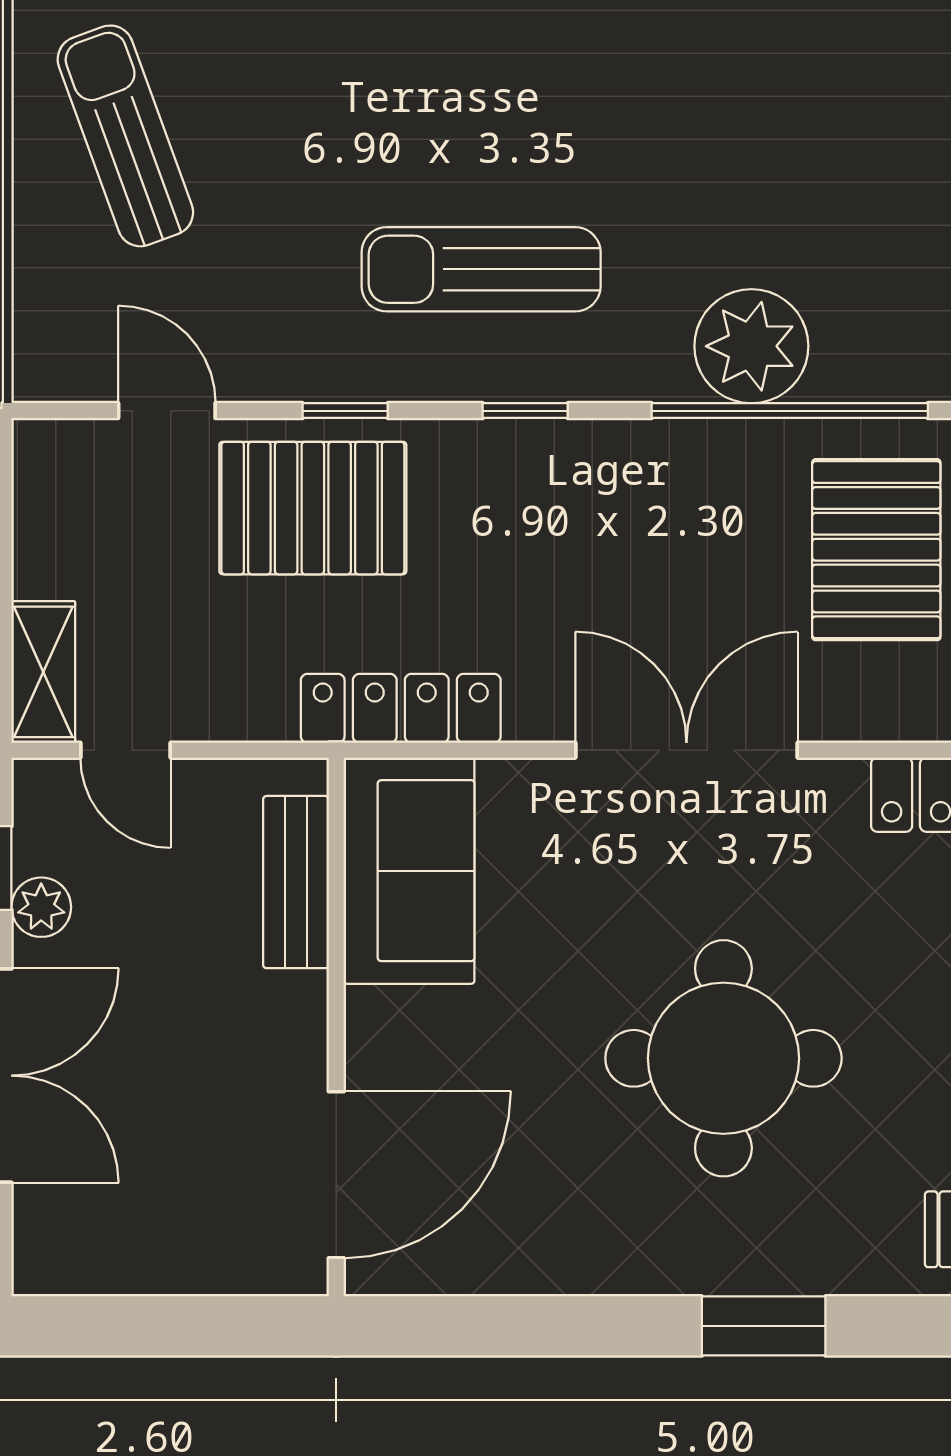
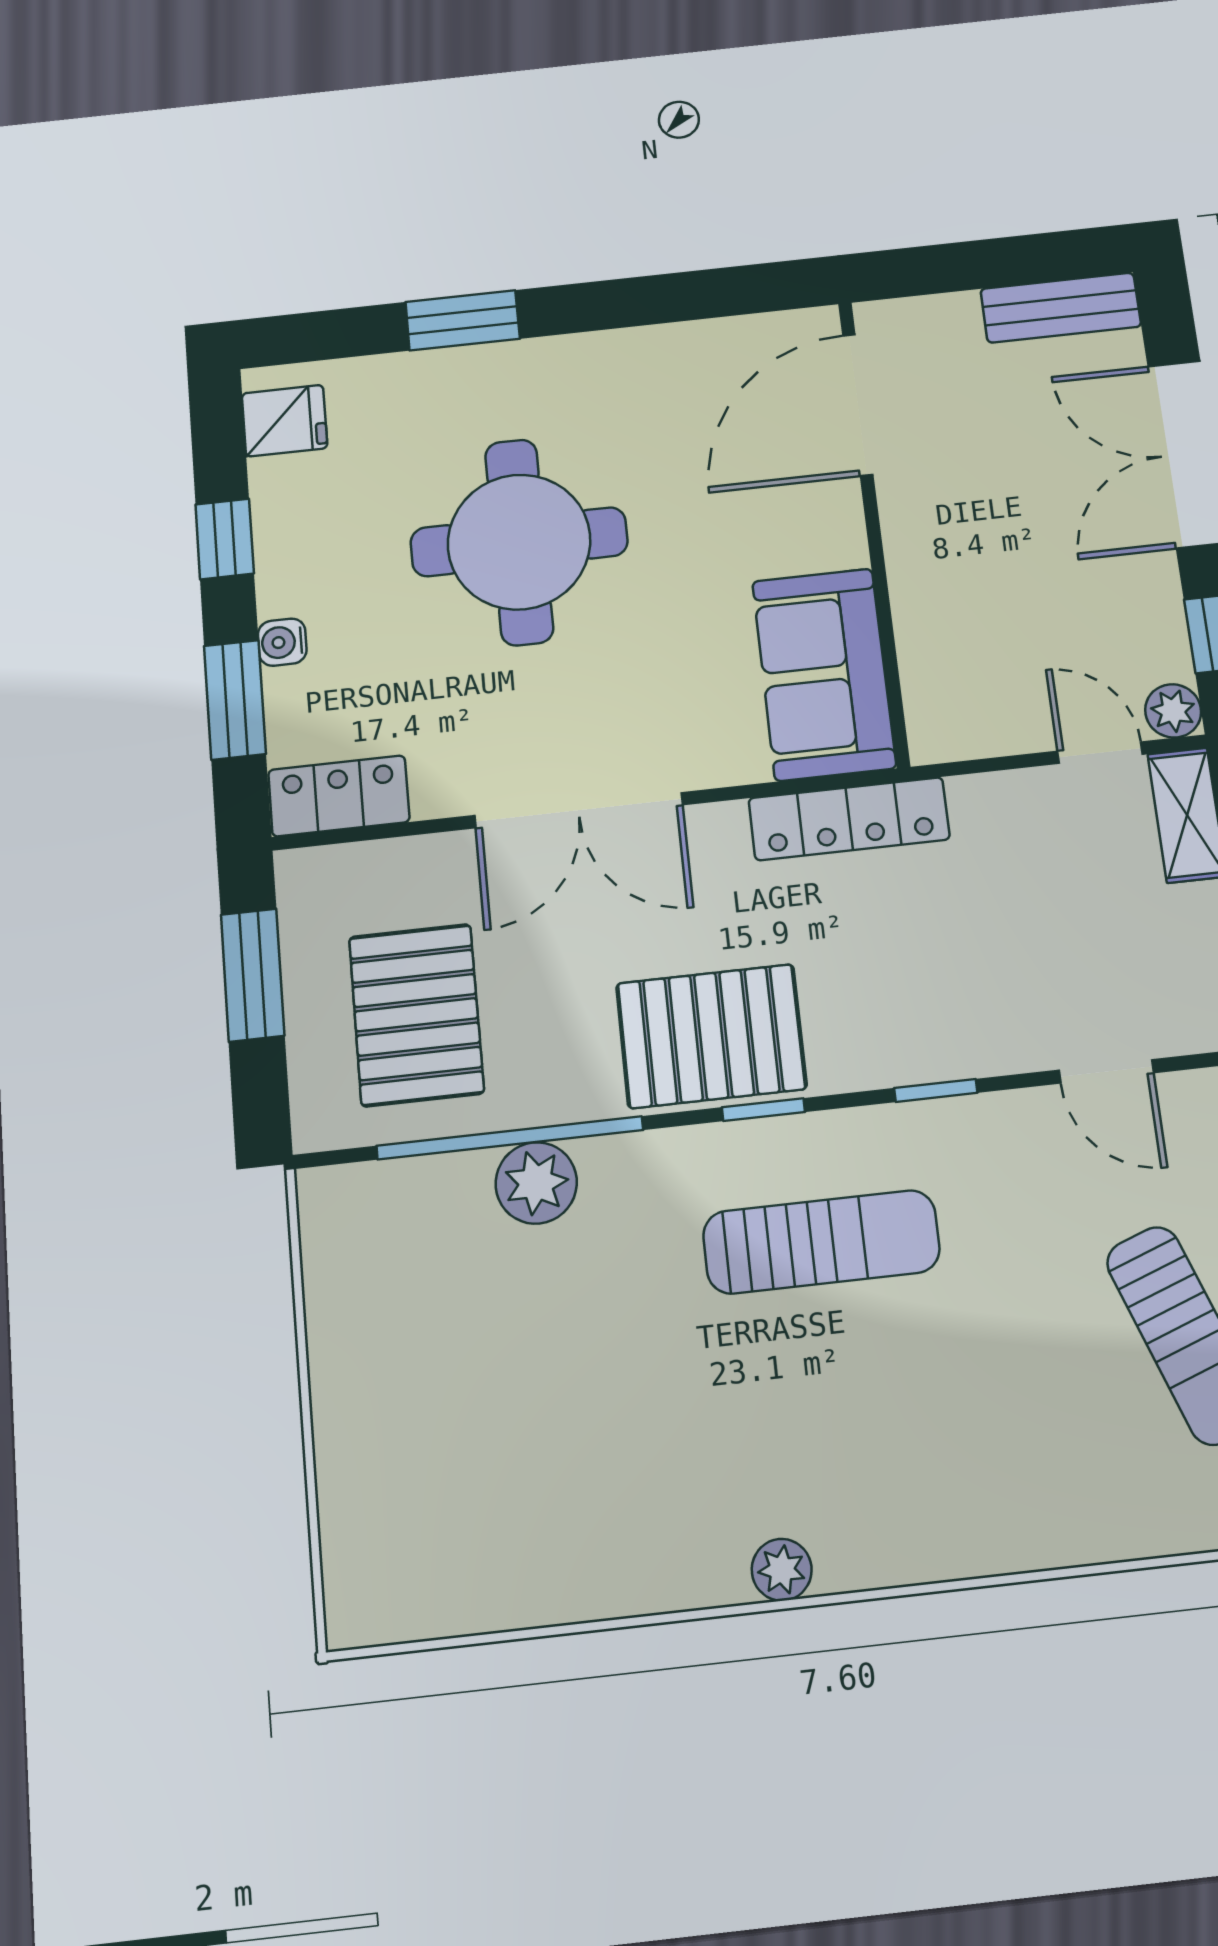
plant: (751, 346) -> (536, 1183), width x0.73, depth x0.73
pallet: (313, 508) -> (711, 1036), moved
bench: (296, 882) -> (1061, 308), moved, turned 90
plant: (41, 907) -> (1173, 711), moved

